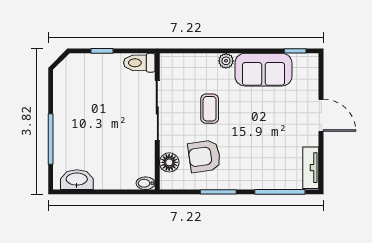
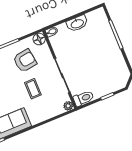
plant: (226, 61) -> (68, 106), moved
floor lamp: (169, 162) -> (39, 39), moved
washbasin: (77, 180) -> (77, 23), moved

